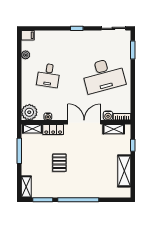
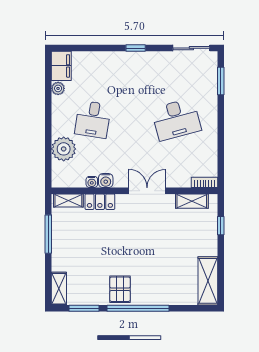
filing cabinet: (28, 35) -> (61, 66), width x2.00
desk: (103, 75) -> (176, 119), width x0.73, depth x0.77
plant: (29, 112) -> (64, 149), moved
water cooler: (108, 116) -> (106, 181), moved
double door: (84, 122) -> (147, 191), width x0.73
pallet: (59, 163) -> (120, 289), moved
shelving: (124, 171) -> (208, 281), moved

